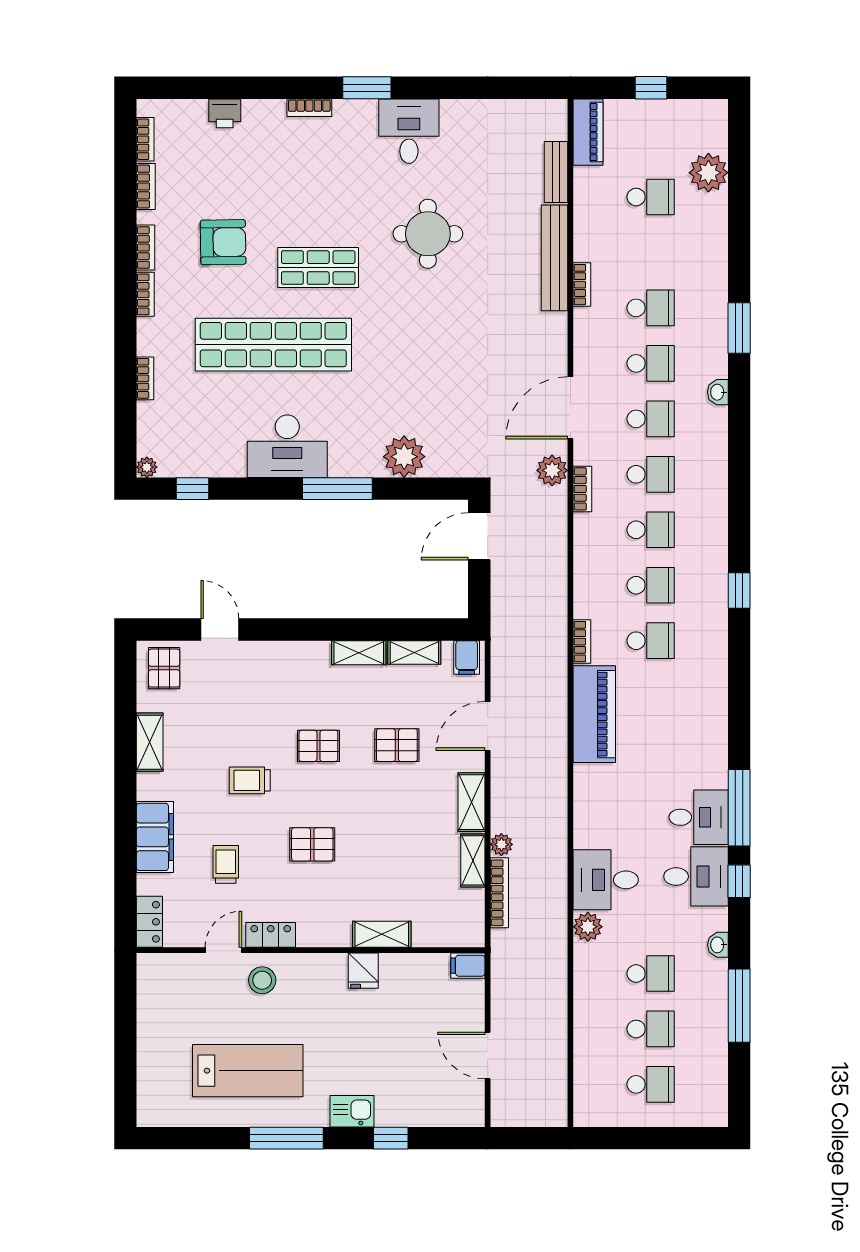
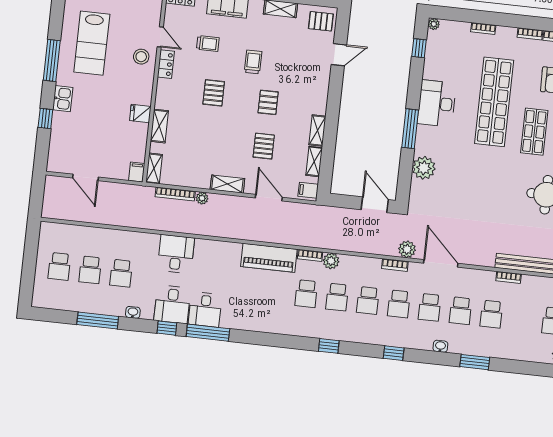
window: (739, 474) -> (394, 353), added
shelving: (473, 860) -> (154, 168), moved, turned 90
plant: (588, 927) -> (331, 261), moved
door: (488, 1055) -> (85, 177), swing flipped

